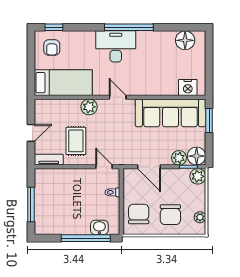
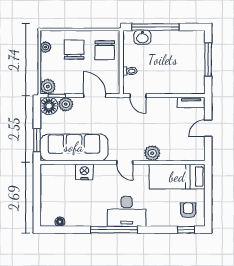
floor lamp: (185, 40) -> (60, 222), width x0.53, depth x0.53
nightstand: (188, 87) -> (84, 172), moved
rug: (76, 141) -> (165, 120), removed

